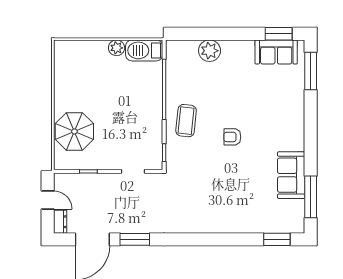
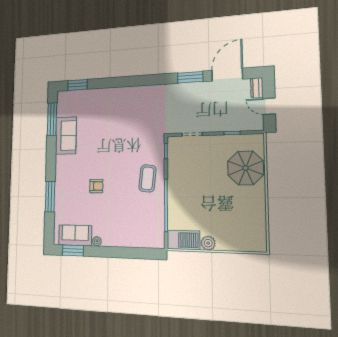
plant: (210, 51) -> (97, 241), moved, width x0.53, depth x0.53
window: (311, 71) -> (50, 197), moved
armchair: (232, 137) -> (96, 186), moved

